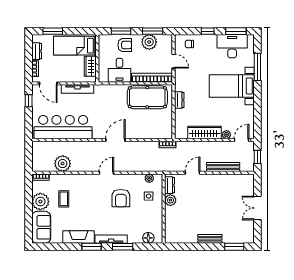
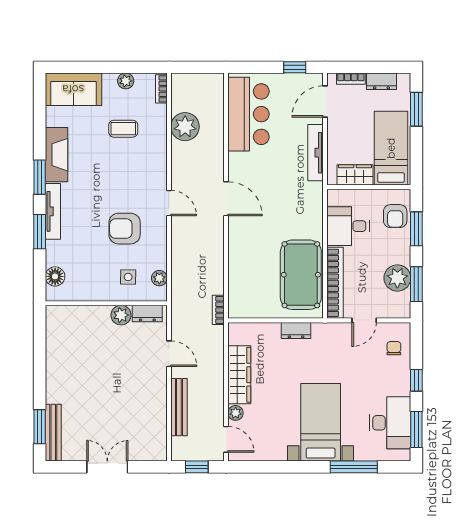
armchair: (125, 45) -> (395, 216), moved
bar counter: (63, 127) -> (249, 114), width x0.73
door: (115, 140) -> (226, 199), moved
plant: (40, 202) -> (126, 81), width x0.53, depth x0.53
bench: (210, 239) -> (53, 433), moved, width x1.36

